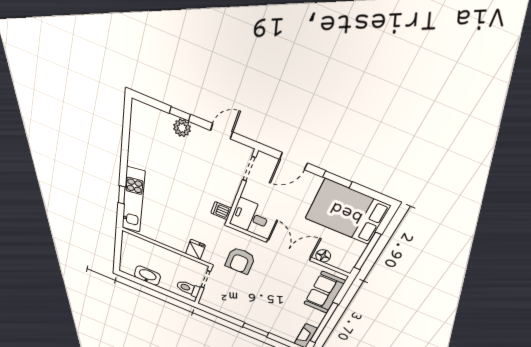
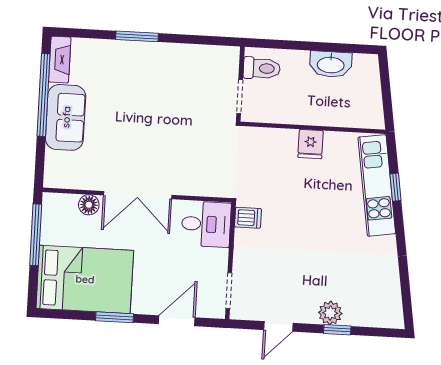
fridge: (195, 249) -> (311, 144), moved
armchair: (240, 261) -> (198, 150), removed
sofa: (324, 292) -> (66, 117), moved

